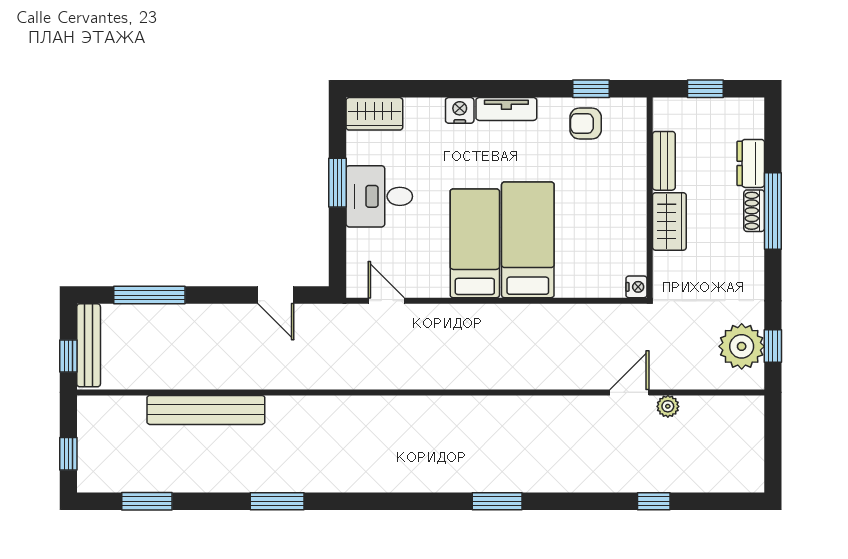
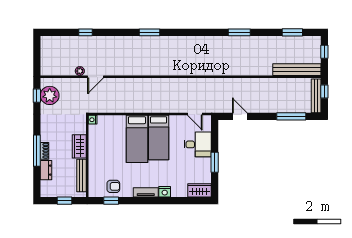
bench: (664, 161) -> (81, 176), width x1.36
desk: (379, 196) -> (198, 144), moved
bench: (206, 410) -> (297, 70), moved

